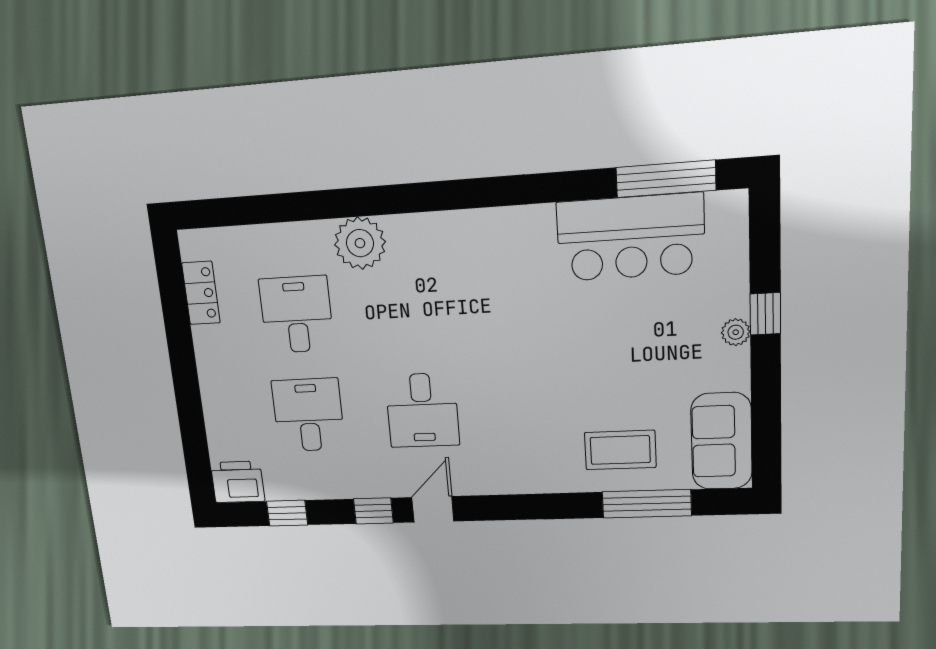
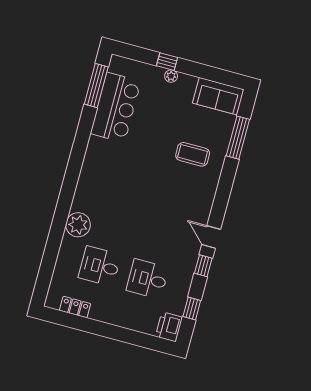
desk: (422, 410) -> (162, 225), removed
coffee table: (620, 450) -> (193, 154), moved, turned 90

